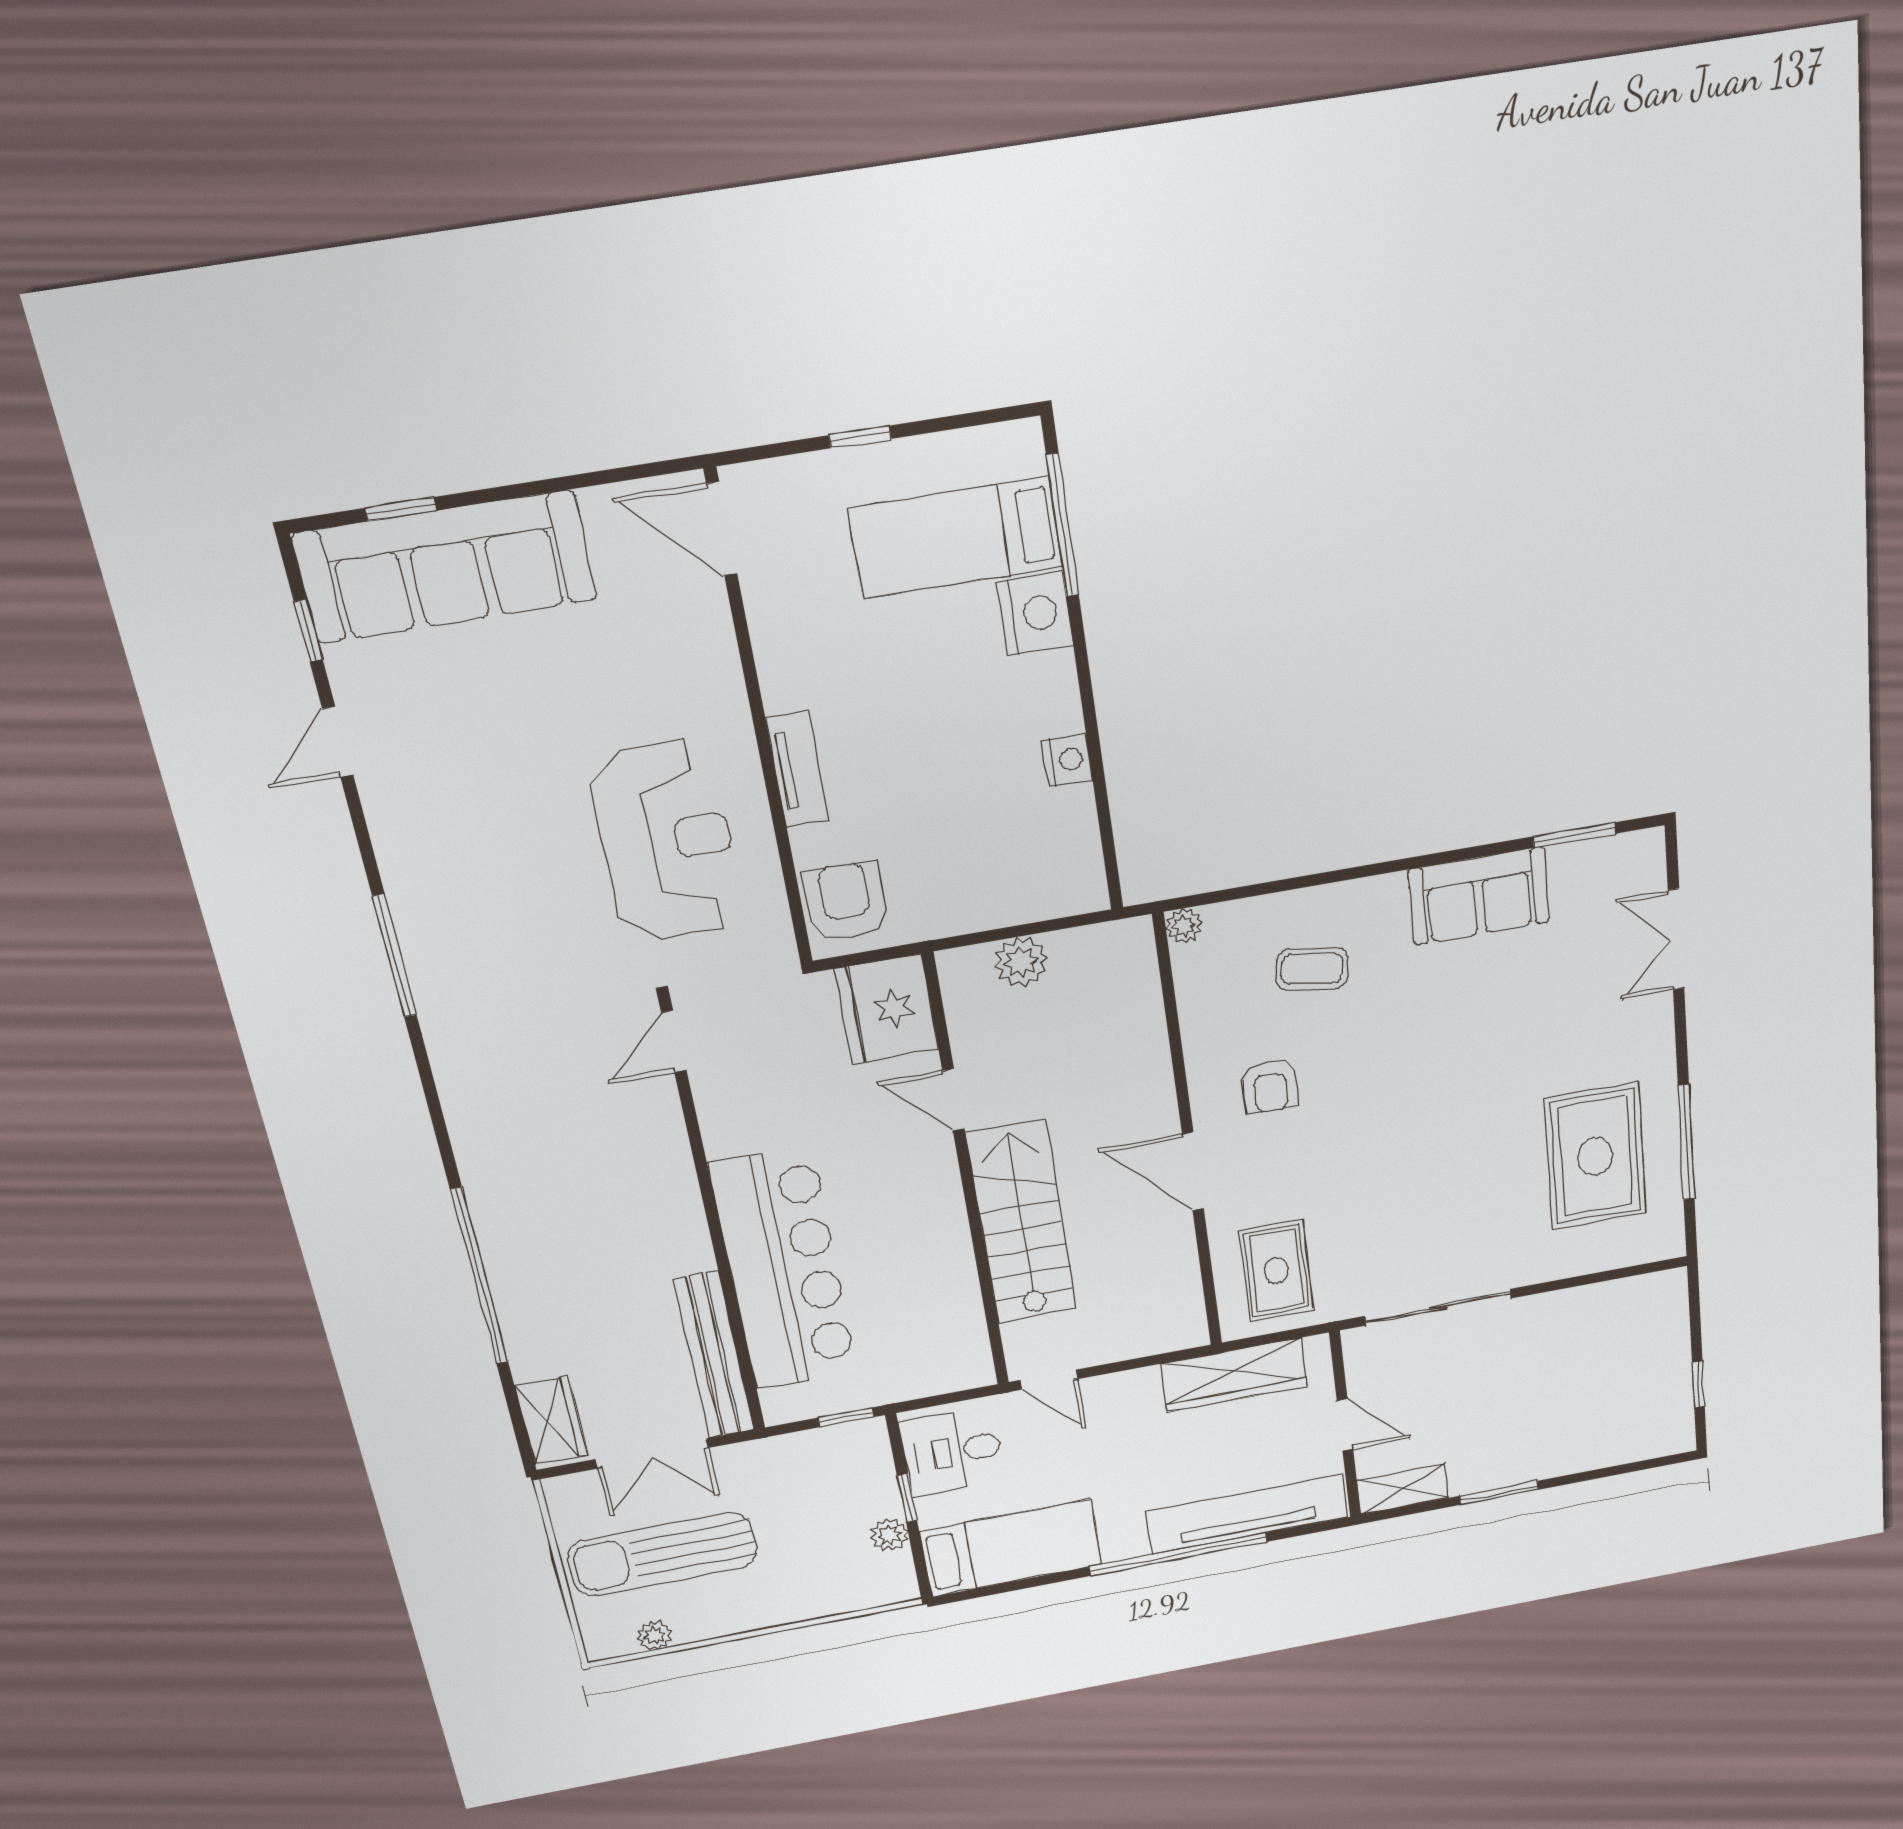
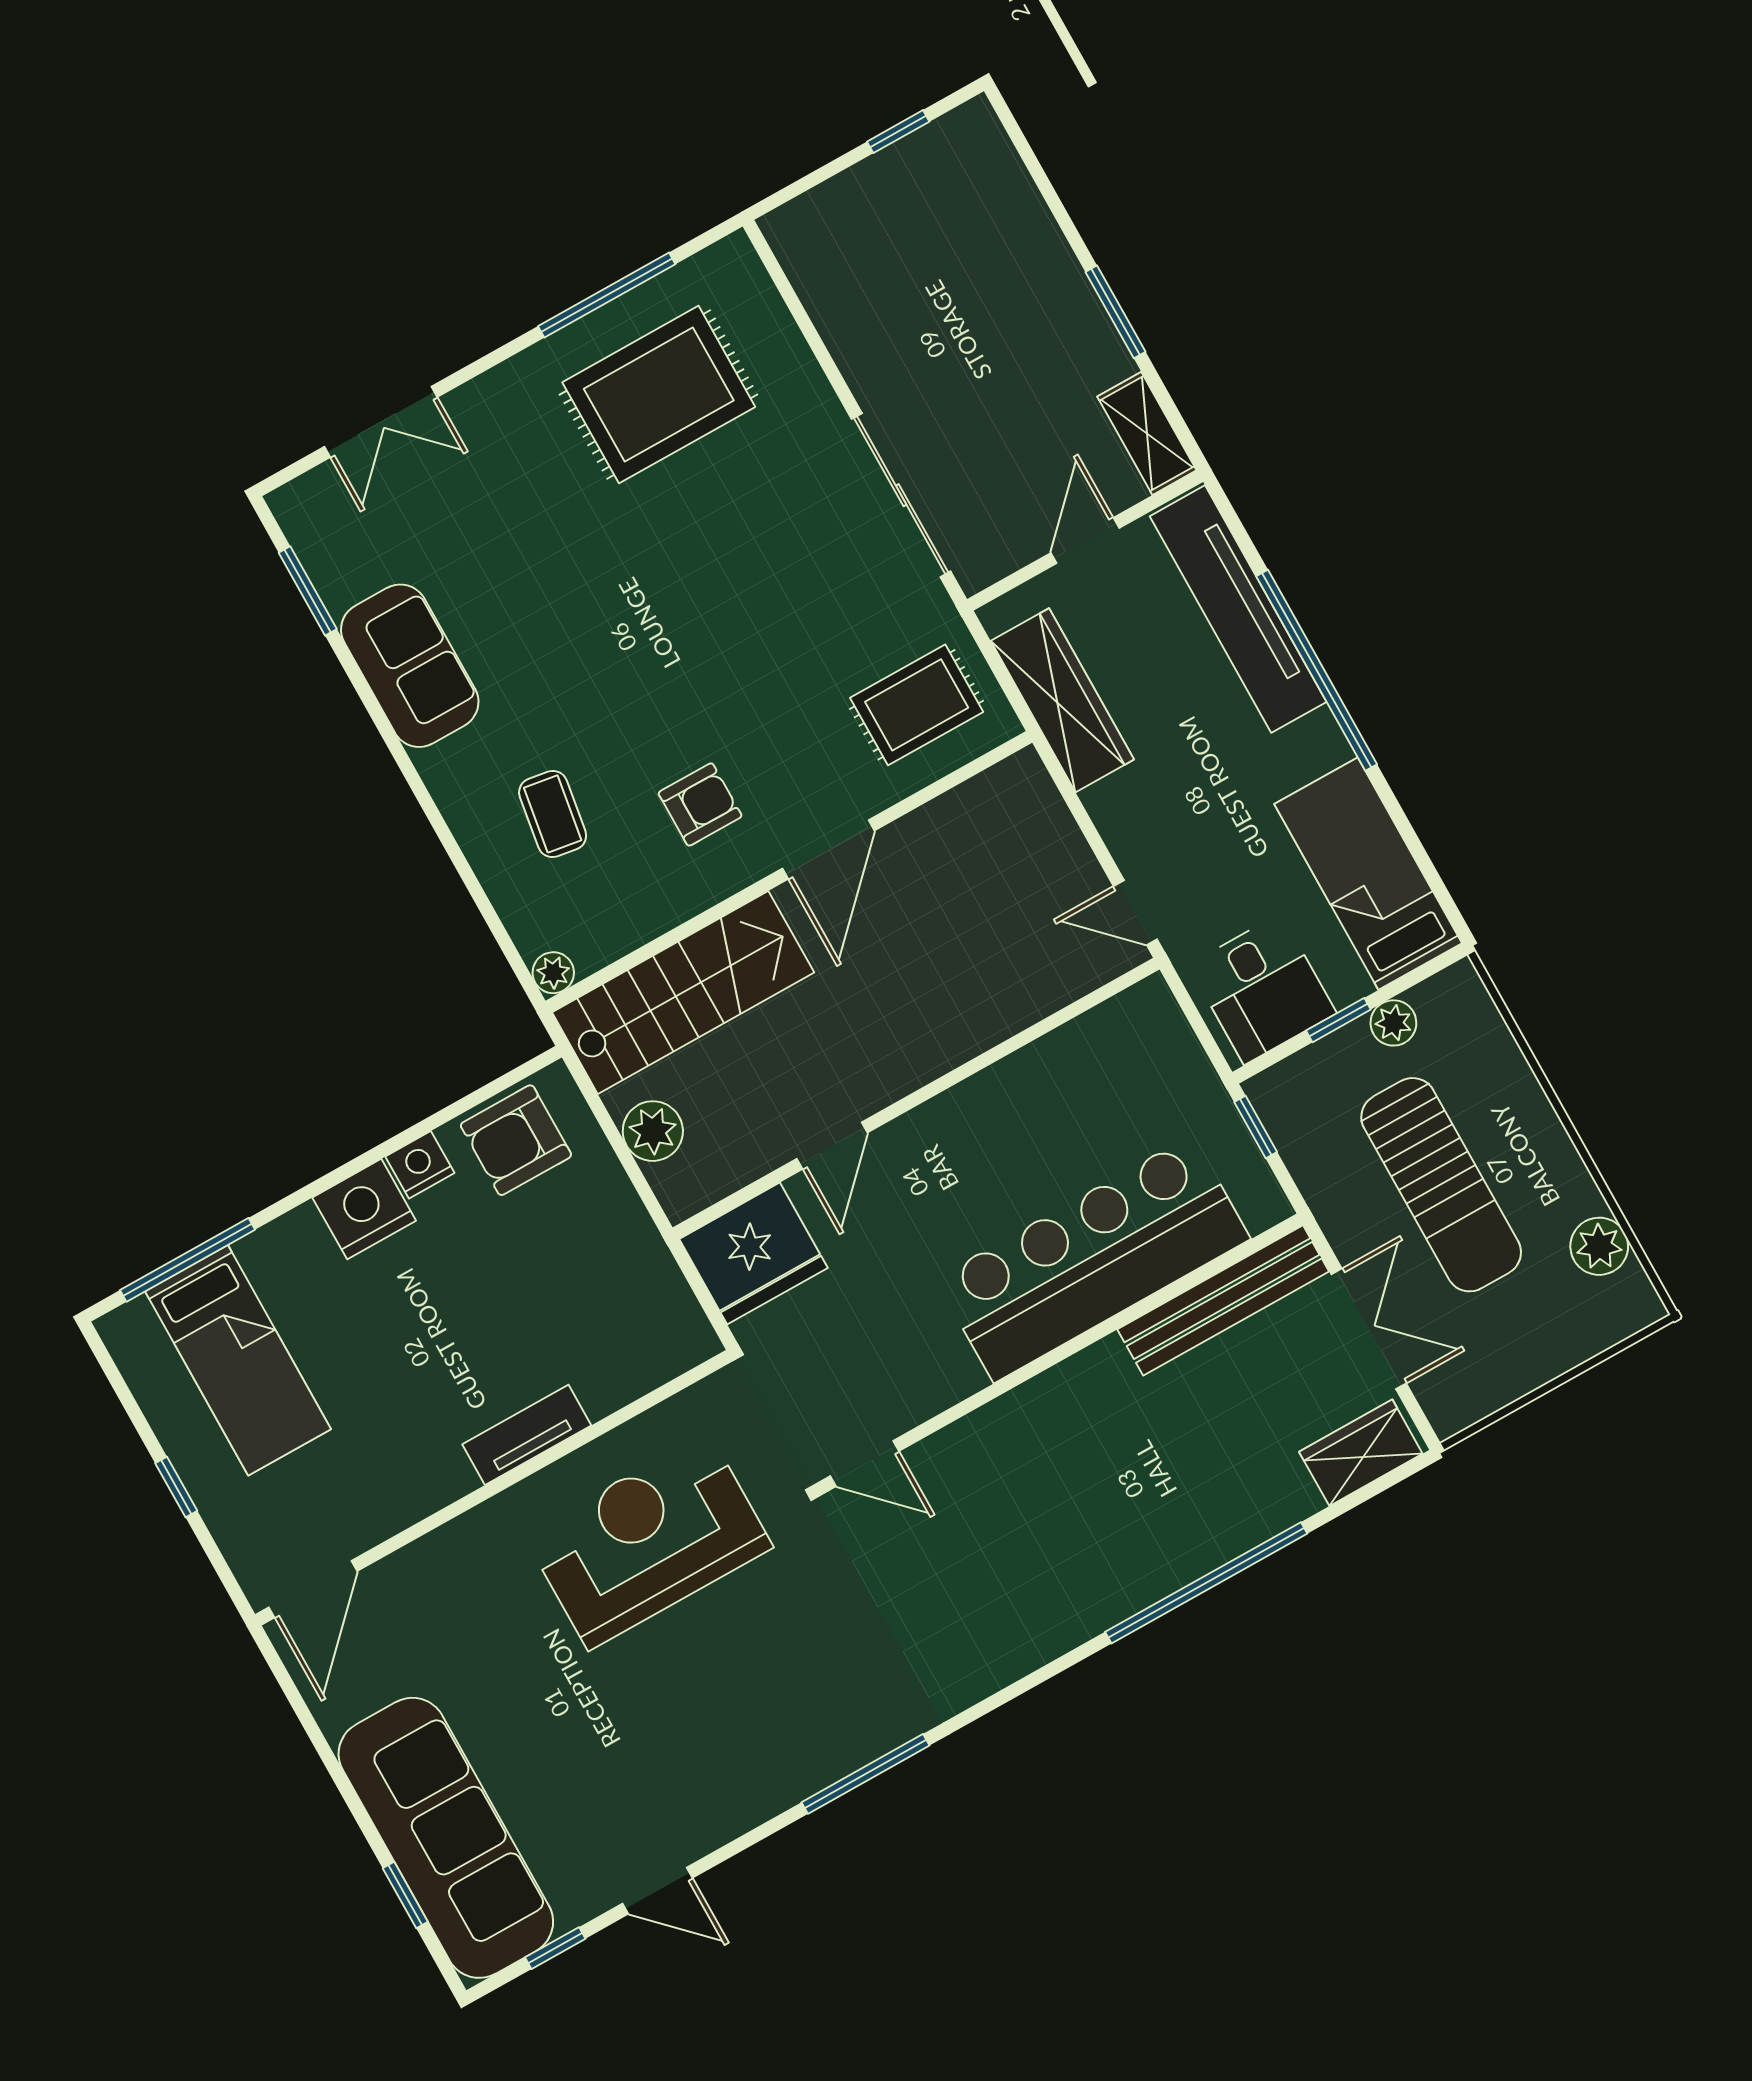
nightstand: (1035, 614) -> (364, 1209), moved
armchair: (846, 901) -> (516, 1140), moved
stairs: (1022, 1222) -> (683, 992), moved, turned 180
door: (1049, 1380) -> (1135, 913), swing flipped
sun lounger: (663, 1554) -> (1441, 1185), moved
plant: (655, 1635) -> (1599, 1246), width x1.38, depth x1.38

